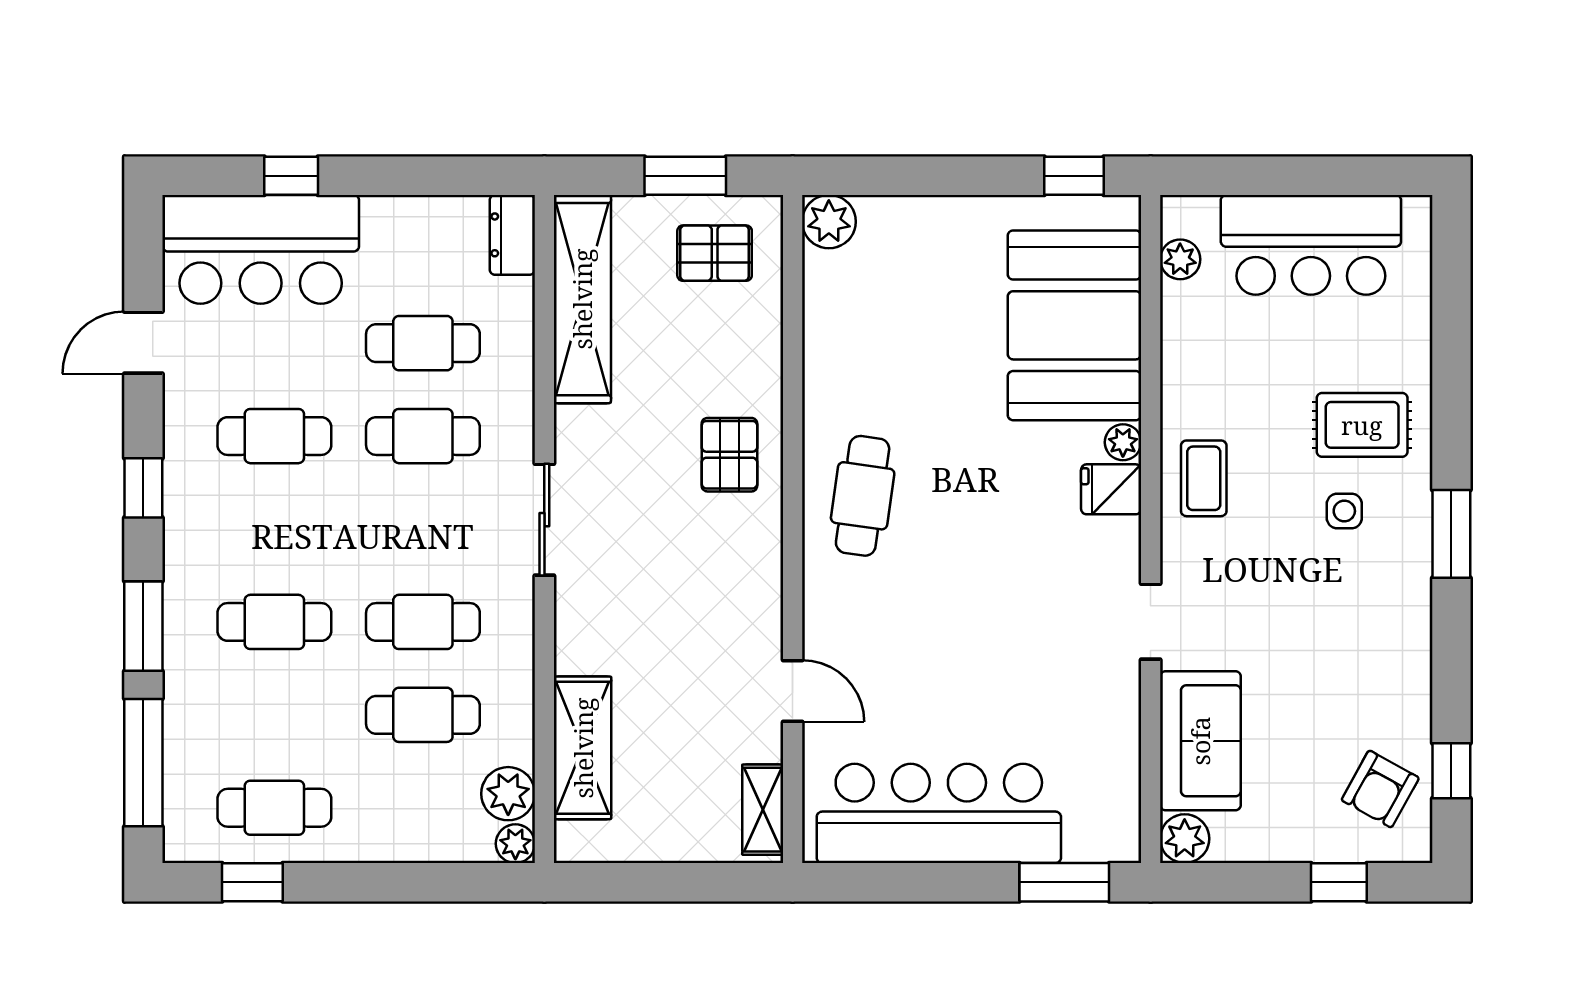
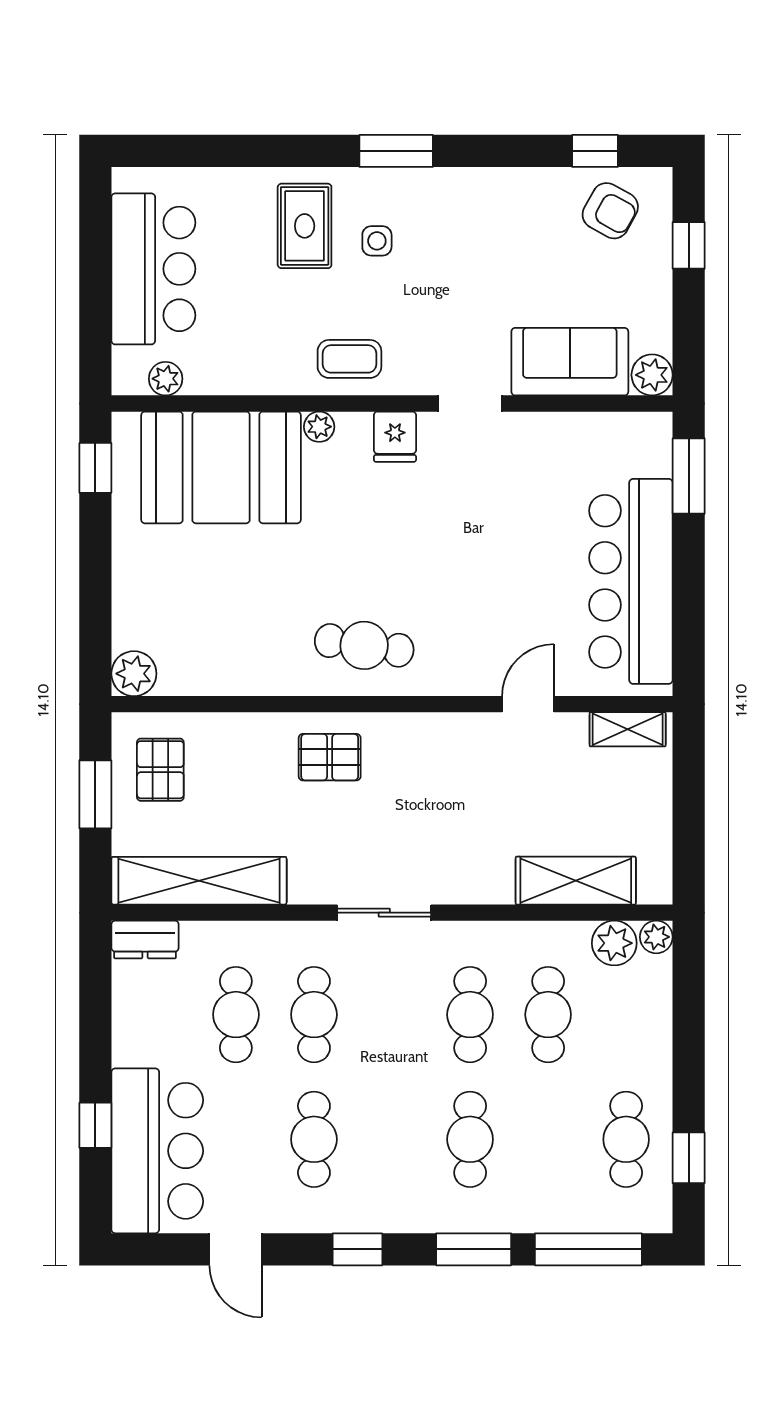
fridge: (1111, 489) -> (395, 437), moved

